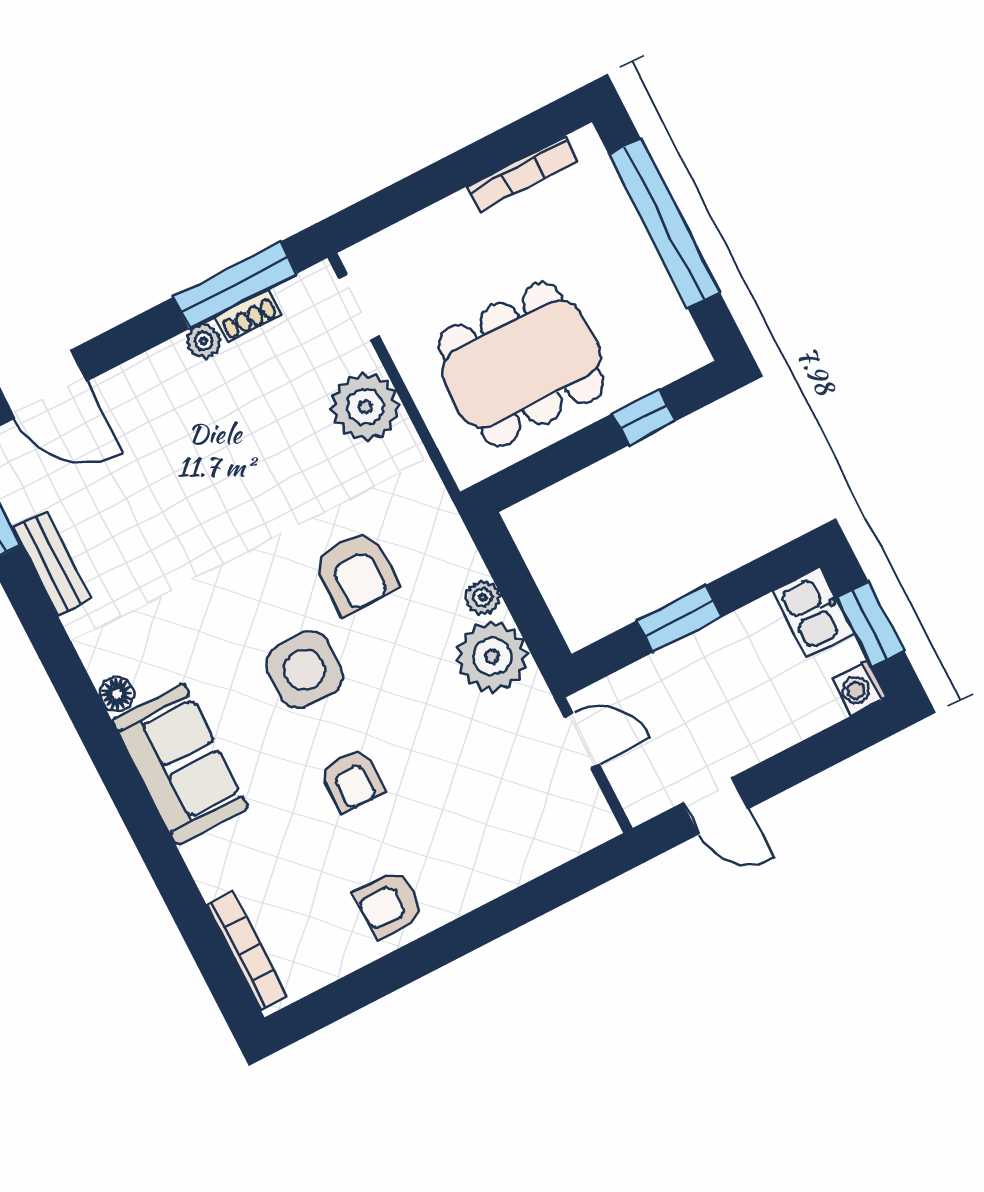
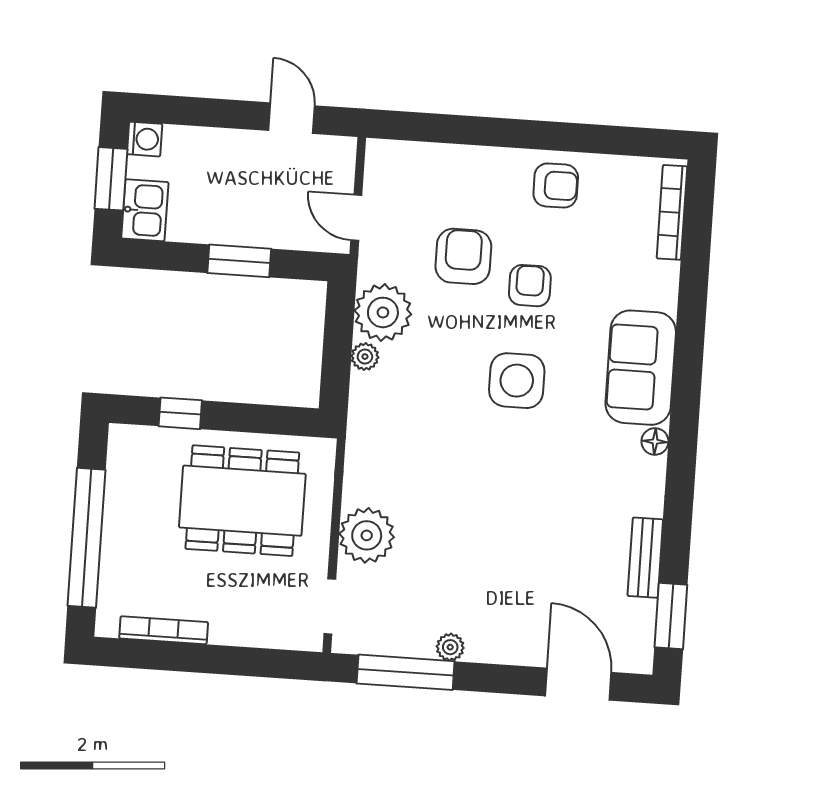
shoe rack: (248, 315) -> (409, 647), removed
armchair: (356, 572) -> (463, 256), moved

